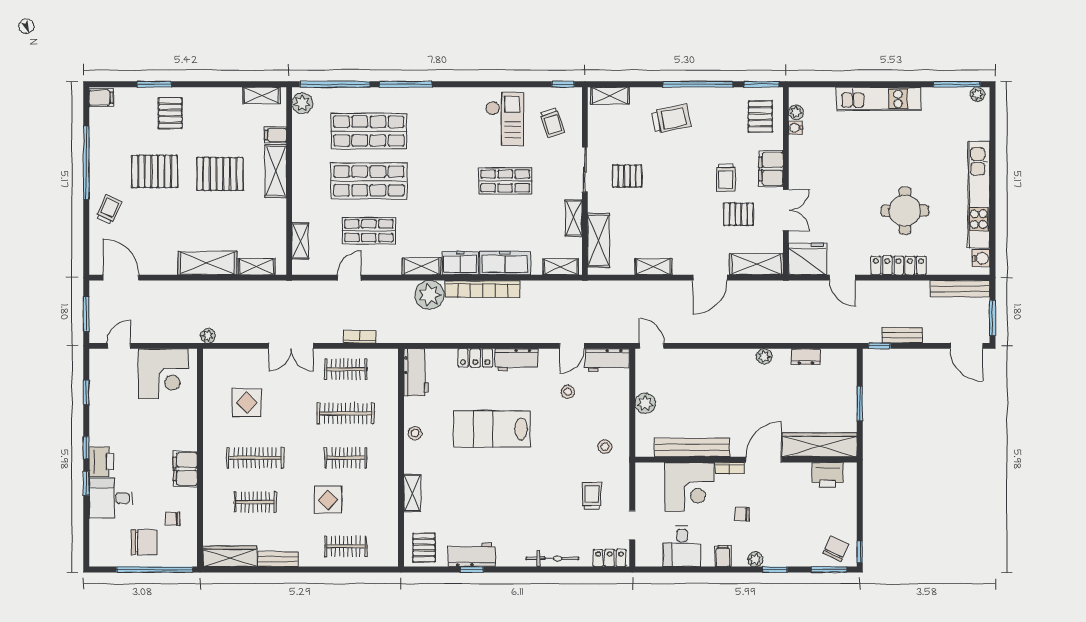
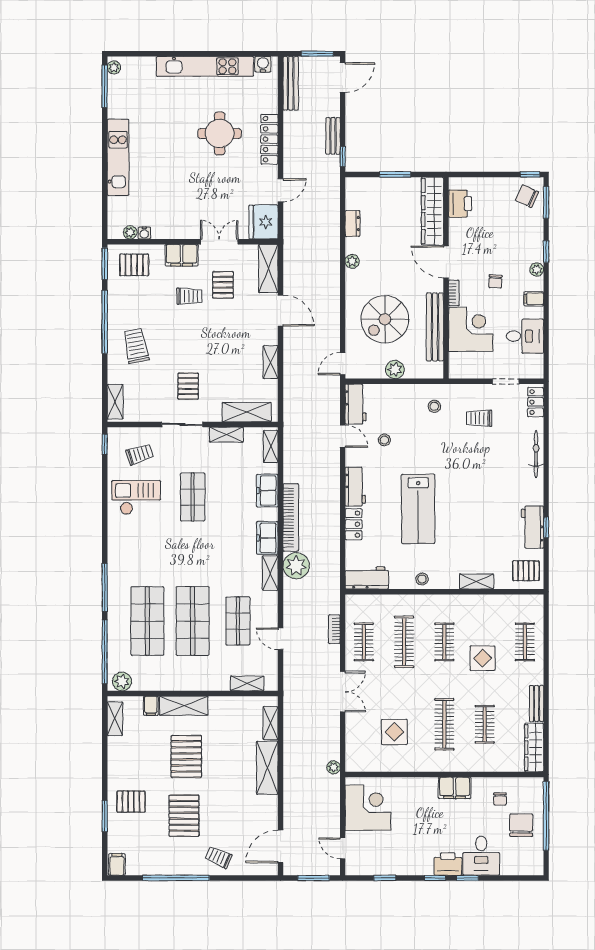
freezer: (505, 263) -> (267, 491), width x0.71
spiral stairs: (701, 392) -> (385, 319), added

